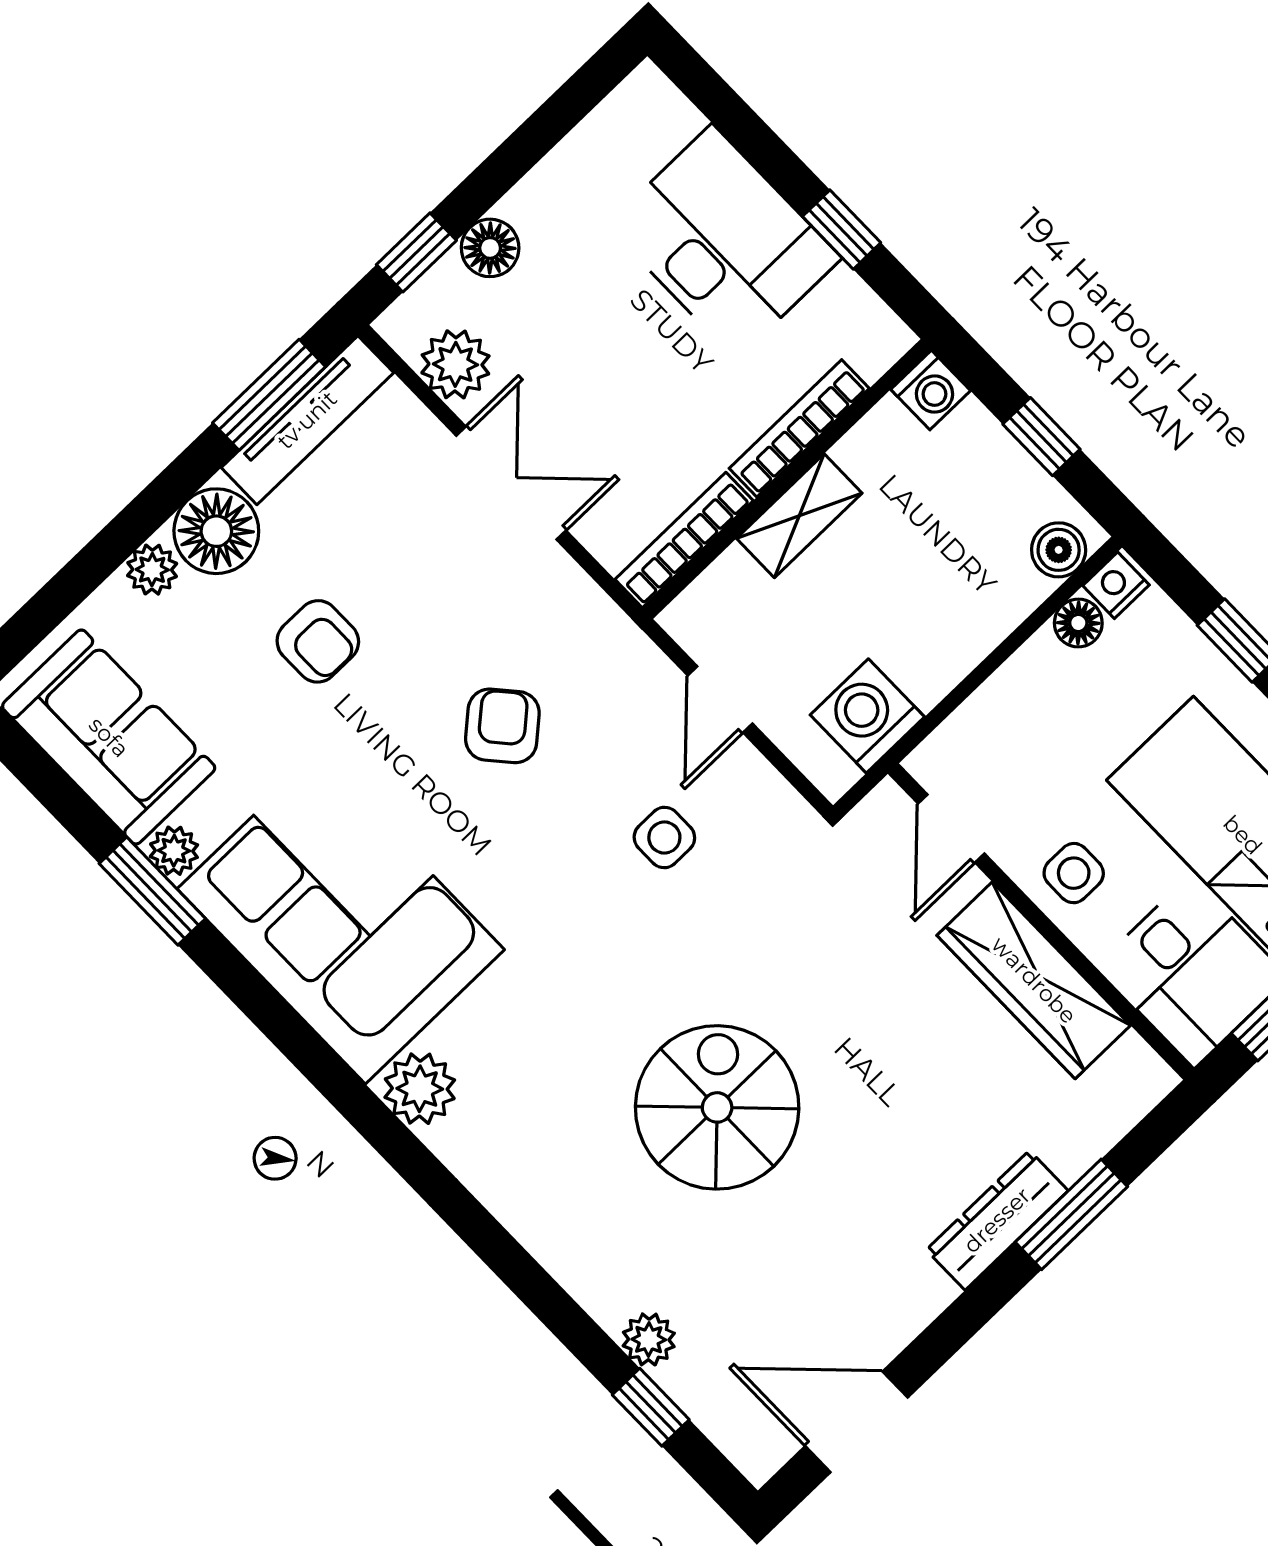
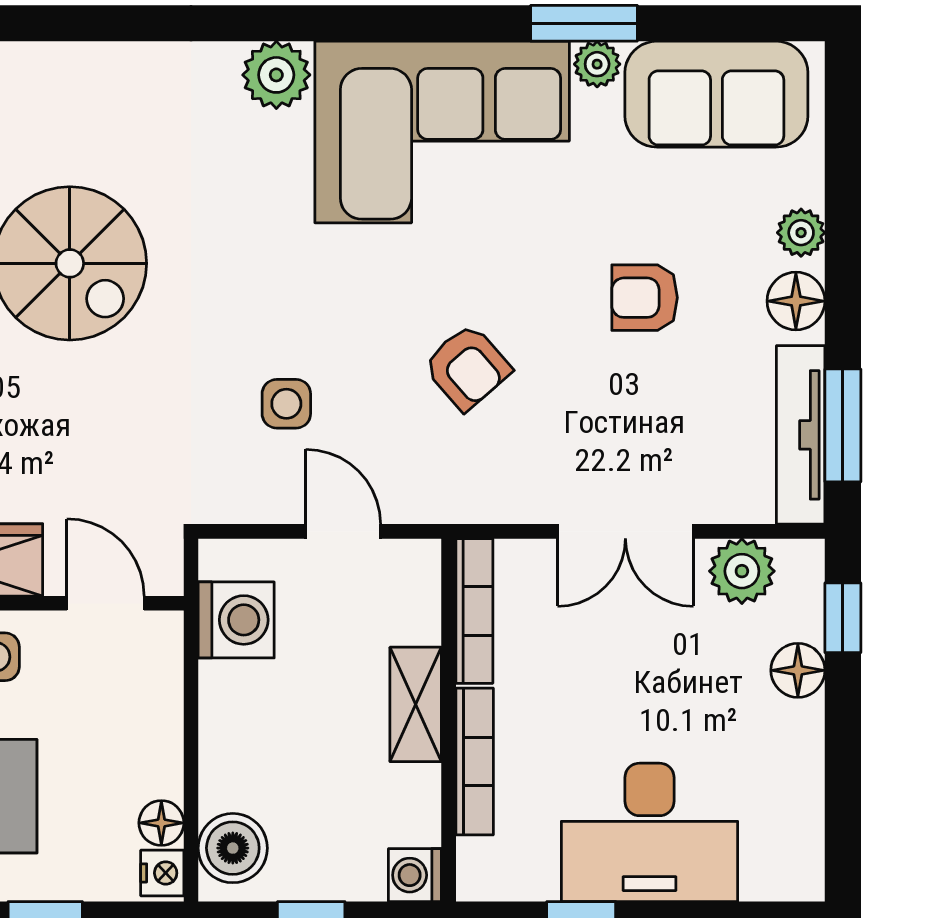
floor lamp: (216, 531) -> (796, 301), width x0.73, depth x0.73
boiler: (1059, 550) -> (233, 848), width x1.36, depth x1.36

